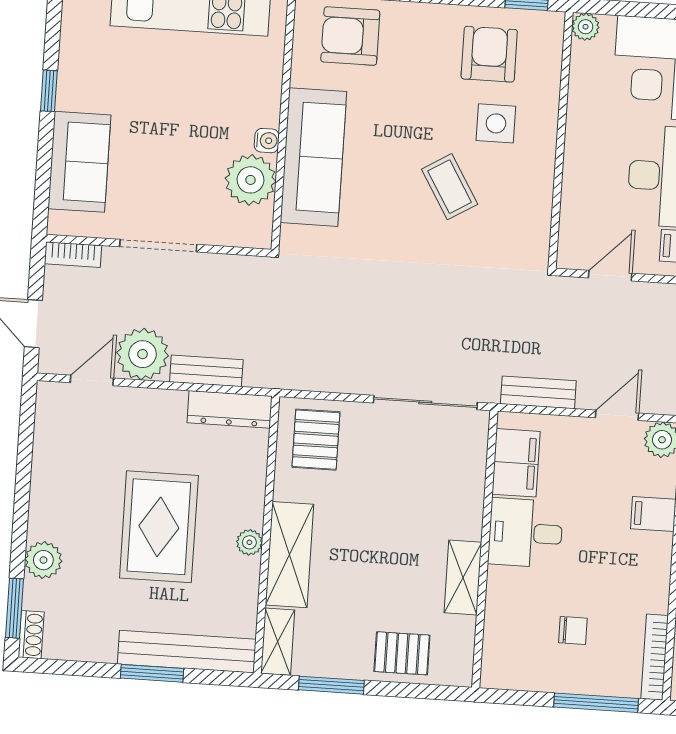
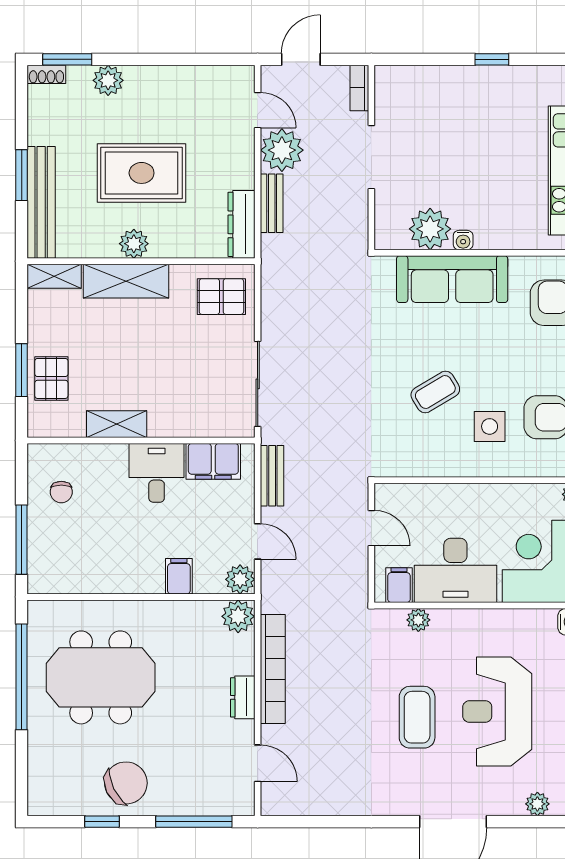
sofa: (79, 162) -> (436, 88), removed
plant: (249, 542) -> (134, 244), width x1.38, depth x1.38
chair: (573, 630) -> (61, 492), moved
bookcase: (655, 657) -> (62, 585), removed
window: (331, 685) -> (22, 370), moved

